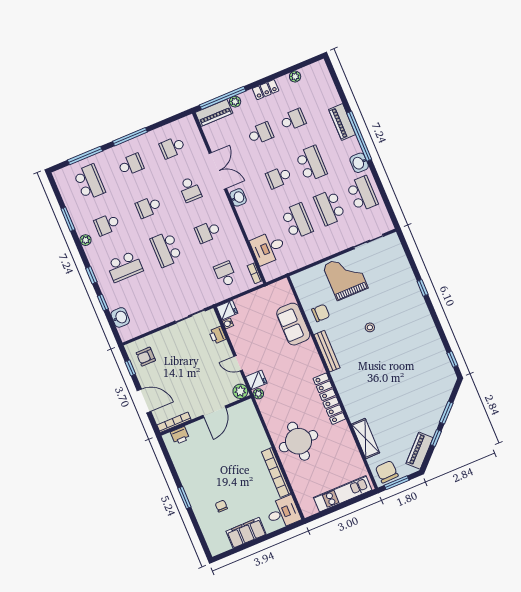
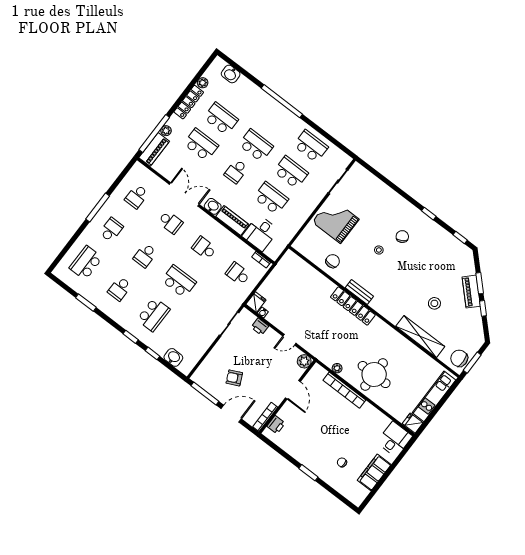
locker: (266, 90) -> (189, 102), width x1.53
school desk: (293, 120) -> (221, 119), width x1.85
piano: (342, 122) -> (232, 221), moved, turned 180
school desk: (260, 133) -> (201, 145), width x1.85
window: (85, 155) -> (70, 243), removed
washbasin: (359, 163) -> (231, 74), moved
school desk: (89, 182) -> (86, 263), turned -90
school desk: (330, 207) -> (291, 172), turned 180
school desk: (208, 232) -> (204, 248), turned 90
plant: (86, 240) -> (110, 311), removed
school desk: (166, 249) -> (179, 281), turned 180
window: (423, 288) -> (429, 214), moved
sofa: (293, 324) -> (316, 283), removed
chair: (399, 327) -> (402, 237), added
bench: (327, 351) -> (359, 292), width x0.73
armchair: (146, 357) -> (234, 378), moved, turned 65
window: (130, 368) -> (205, 393), width x2.17
fridge: (256, 380) -> (413, 423), moved, turned -90
plant: (258, 394) -> (337, 368), moved
locker: (329, 399) -> (353, 306), moved
stool: (393, 407) -> (434, 303), added
shelving: (365, 439) -> (420, 336), width x1.47
piano: (420, 451) -> (471, 292), moved
bookcase: (276, 473) -> (344, 390), moved

